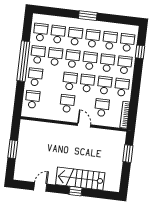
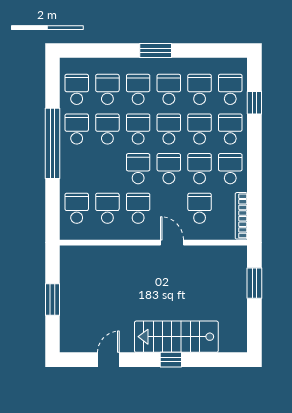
school desk: (35, 77) -> (107, 208), moved

